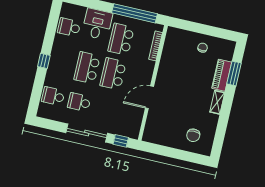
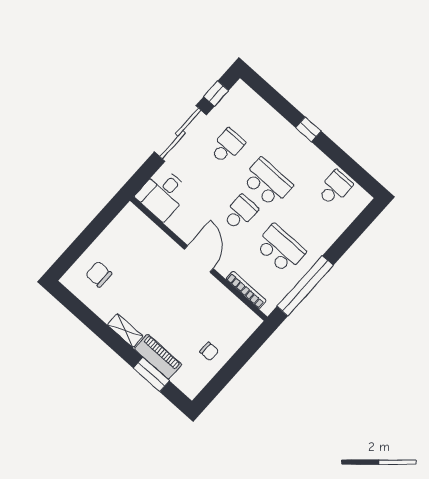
desk: (97, 24) -> (163, 194), moved, turned 90
school desk: (113, 74) -> (240, 213), width x0.54
school desk: (53, 96) -> (254, 116), removed
door: (149, 97) -> (199, 259), moved
window: (121, 141) -> (216, 94), moved

